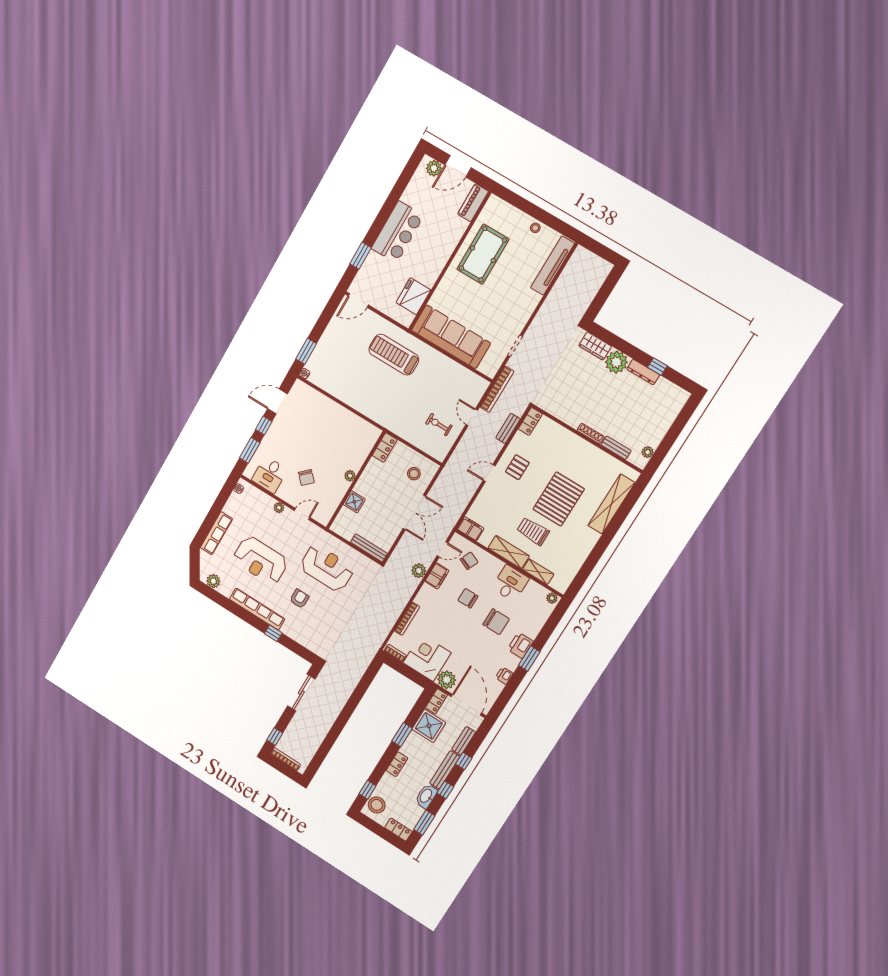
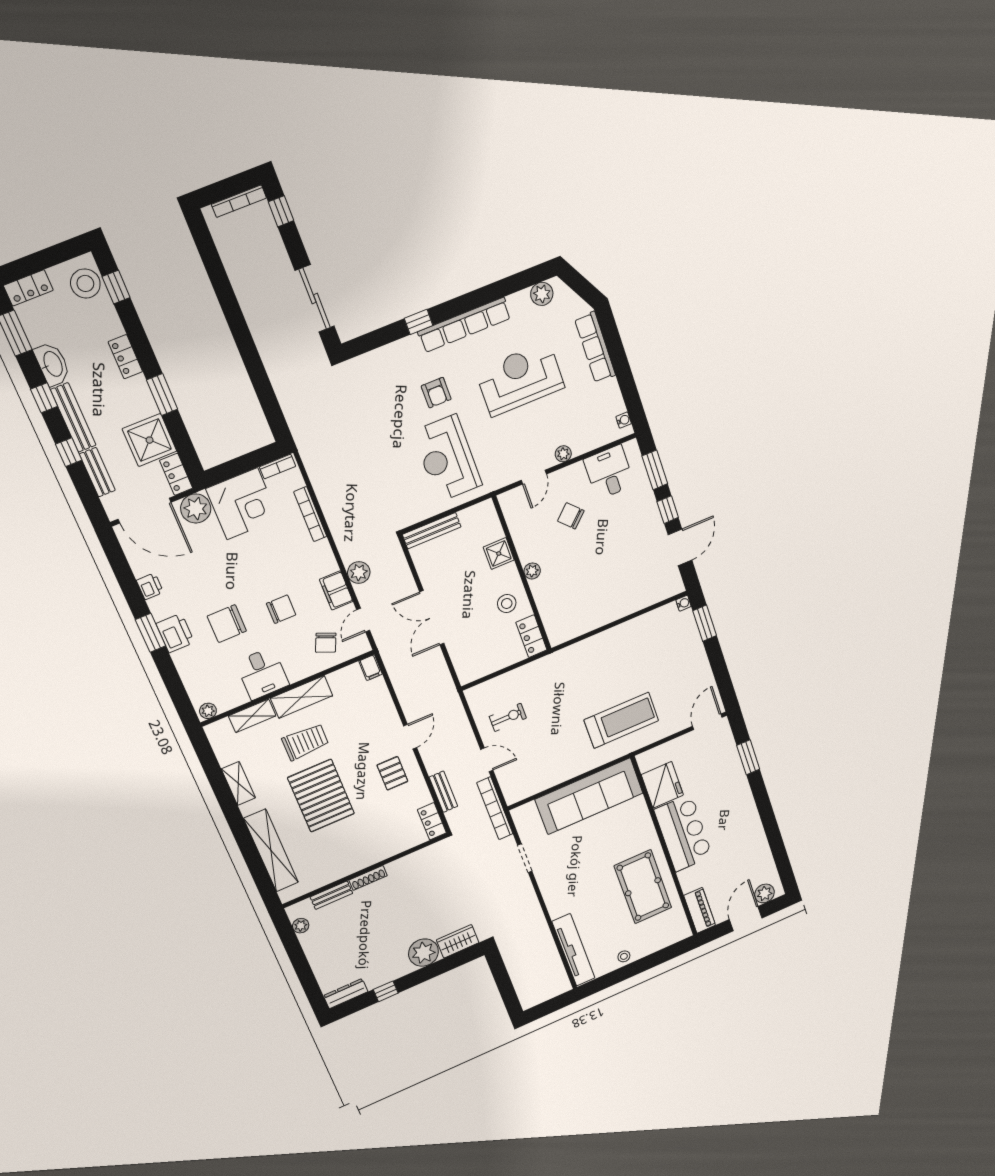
bar counter: (398, 232) -> (683, 833), moved, turned 180
dresser: (643, 372) -> (346, 994), moved
stool: (414, 474) -> (507, 603), moved
filing cabinet: (470, 529) -> (371, 668), width x0.50
shelving: (583, 552) -> (238, 784), added
reception desk: (327, 568) -> (447, 458), turned 90

